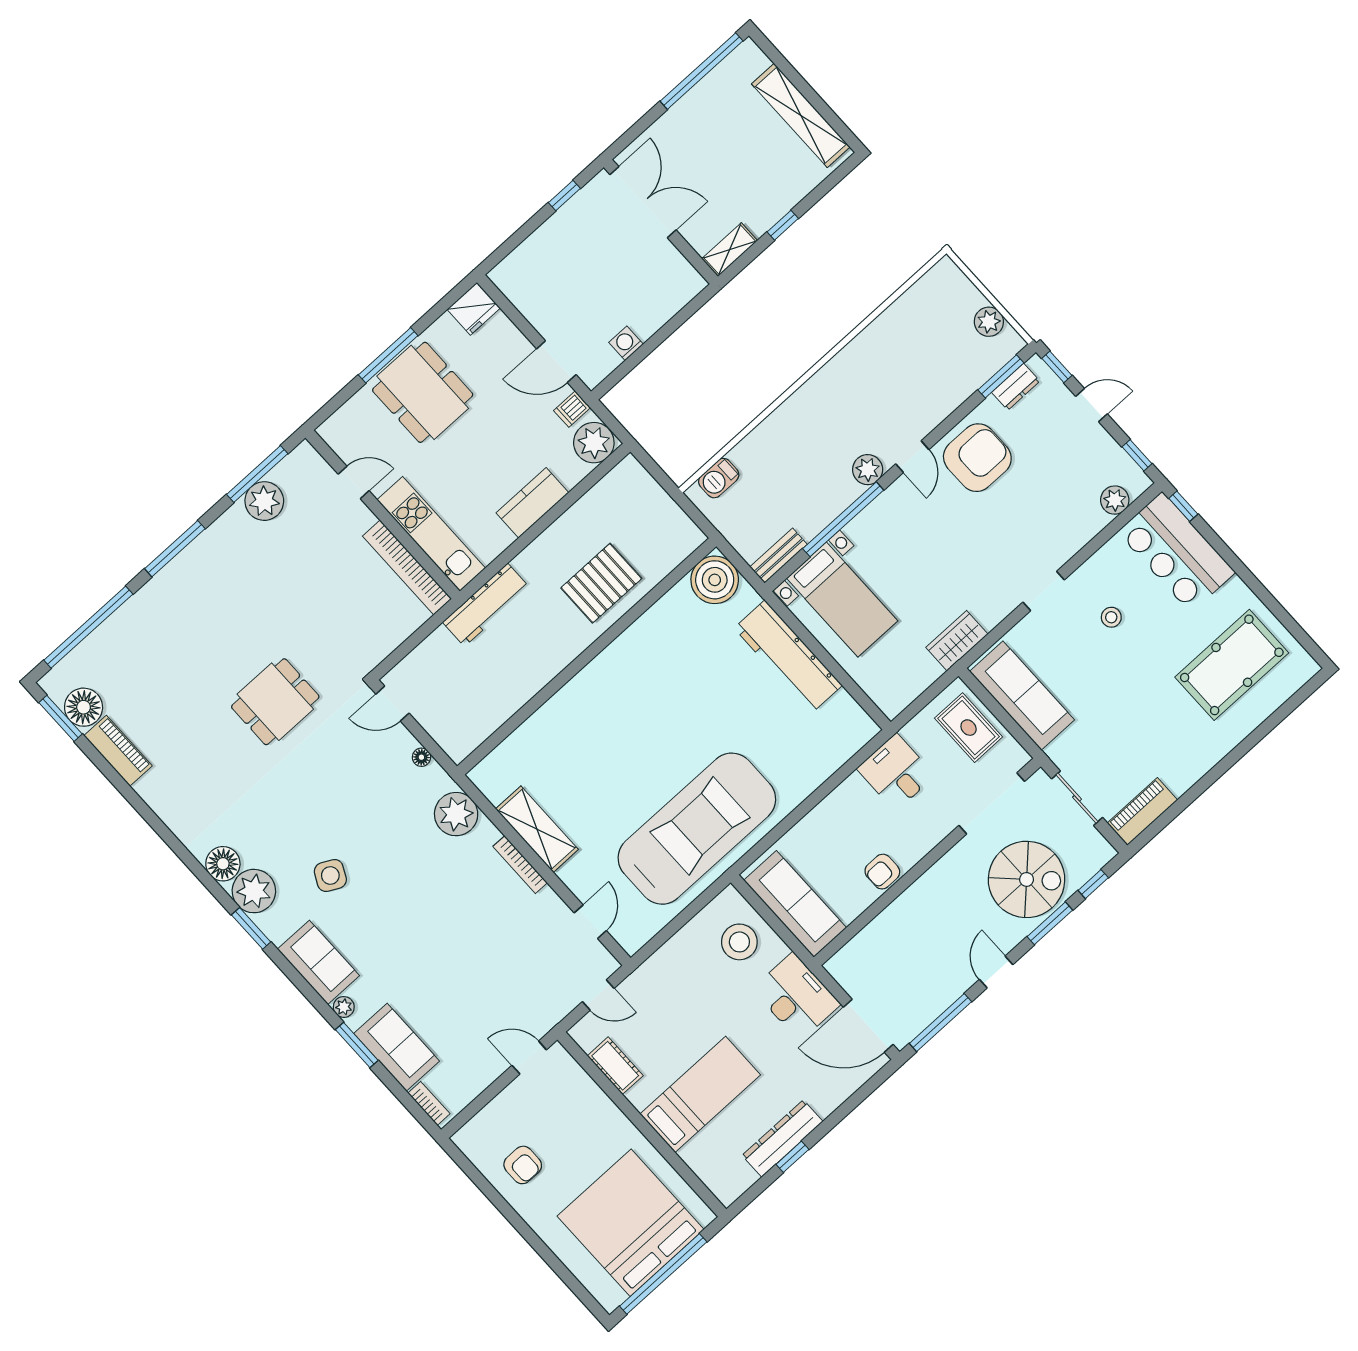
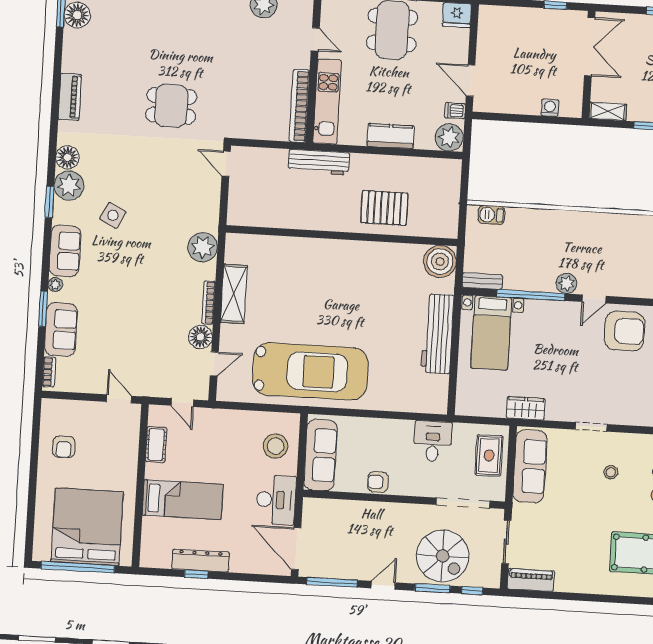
washing machine: (626, 343) -> (550, 108), moved
piano: (118, 751) -> (70, 97), moved
floor lamp: (421, 757) -> (200, 337), moved, width x1.89, depth x1.89

